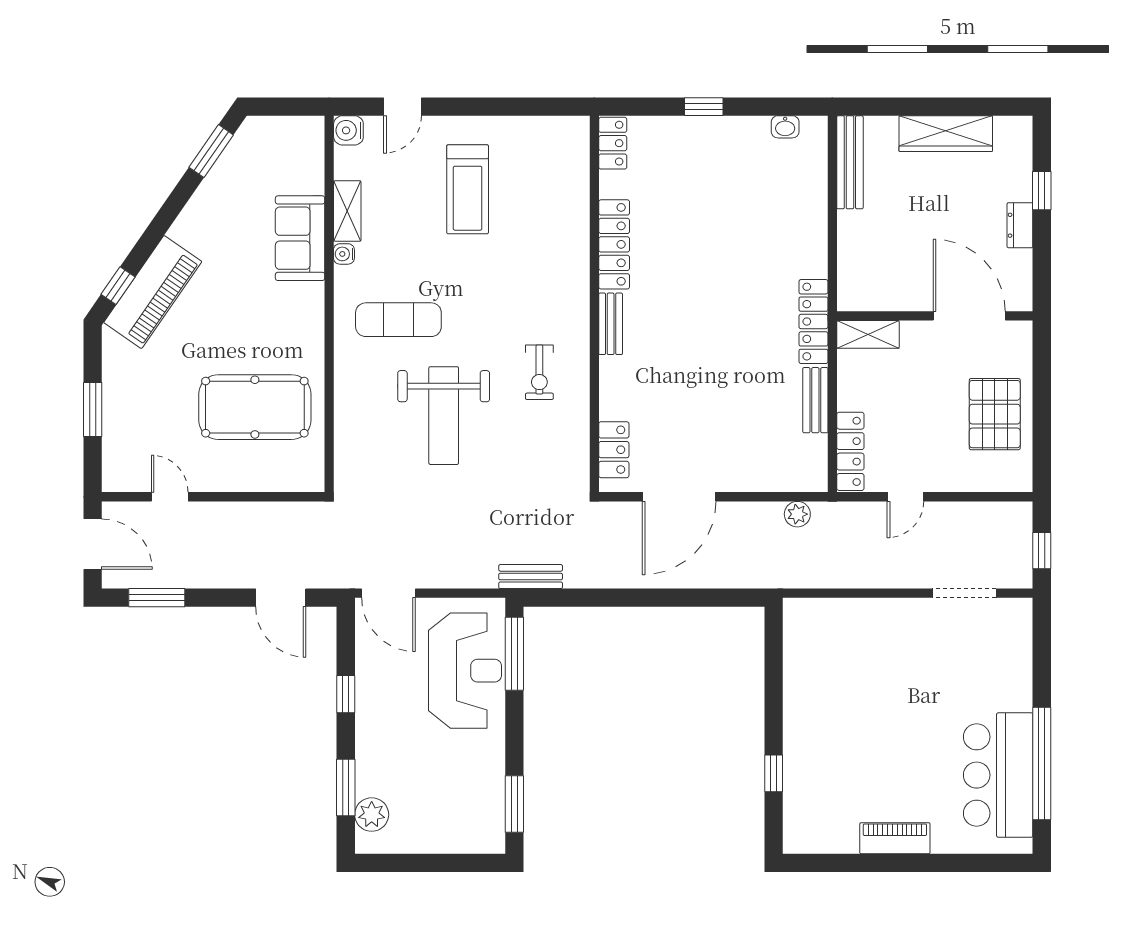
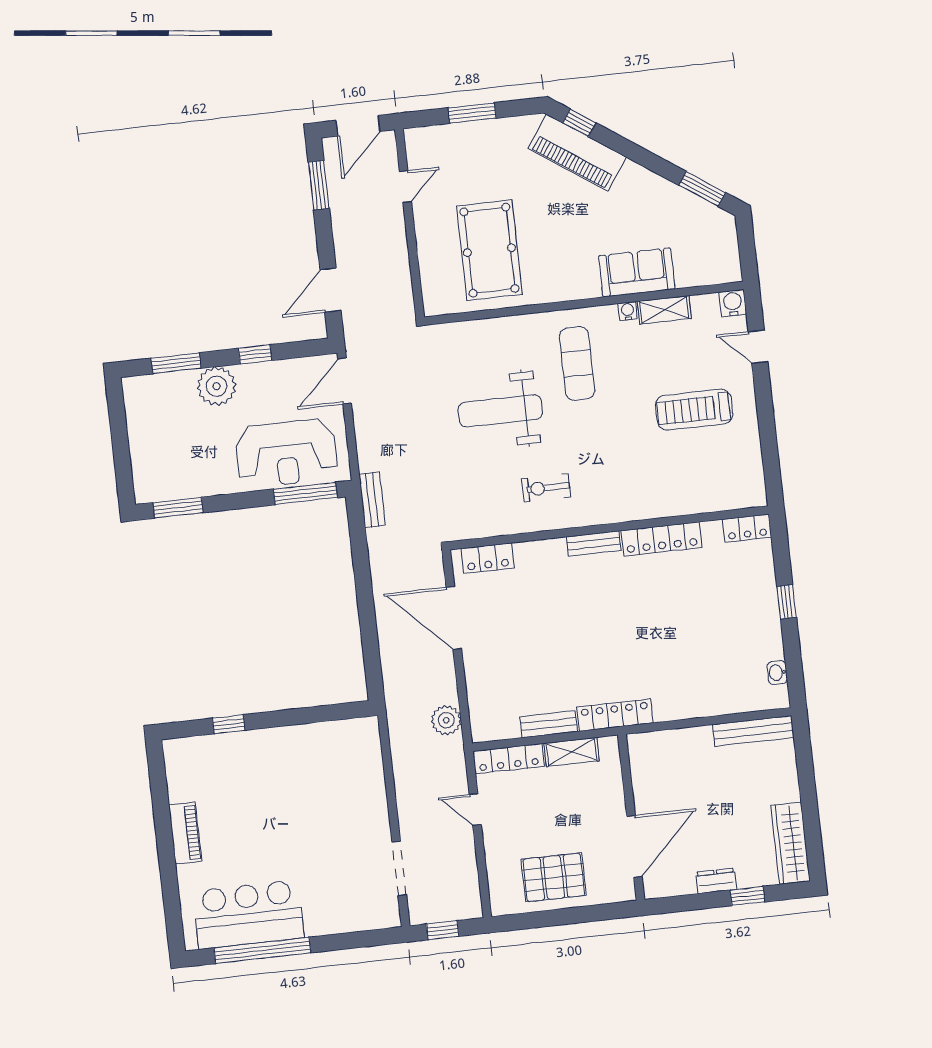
wardrobe: (946, 134) -> (790, 843), moved
shelving: (868, 334) -> (572, 752), moved, turned 90
plant: (797, 514) -> (446, 720), width x1.38, depth x1.38
plant: (372, 815) -> (217, 386), moved, width x1.36, depth x1.36

